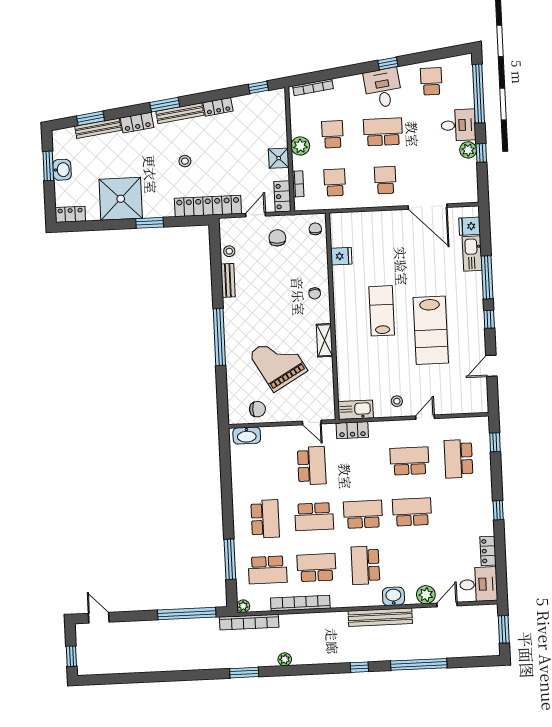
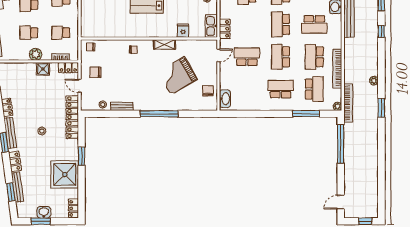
fridge: (341, 256) -> (183, 31), moved
school desk: (314, 517) -> (281, 57), turned 180

